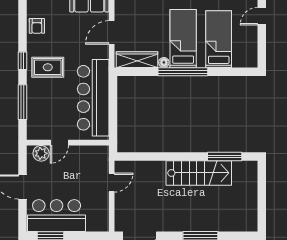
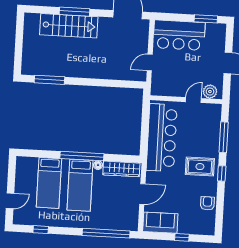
stairs: (199, 173) -> (69, 26), moved, turned 180
bar counter: (57, 216) -> (179, 35), moved

